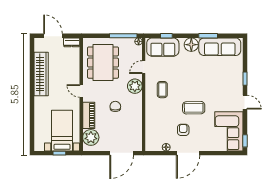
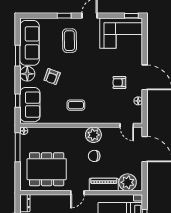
door: (144, 67) -> (127, 125), moved
armchair: (189, 68) -> (52, 77), added
plant: (135, 86) -> (93, 135), moved
coffee table: (194, 108) -> (69, 41), moved

